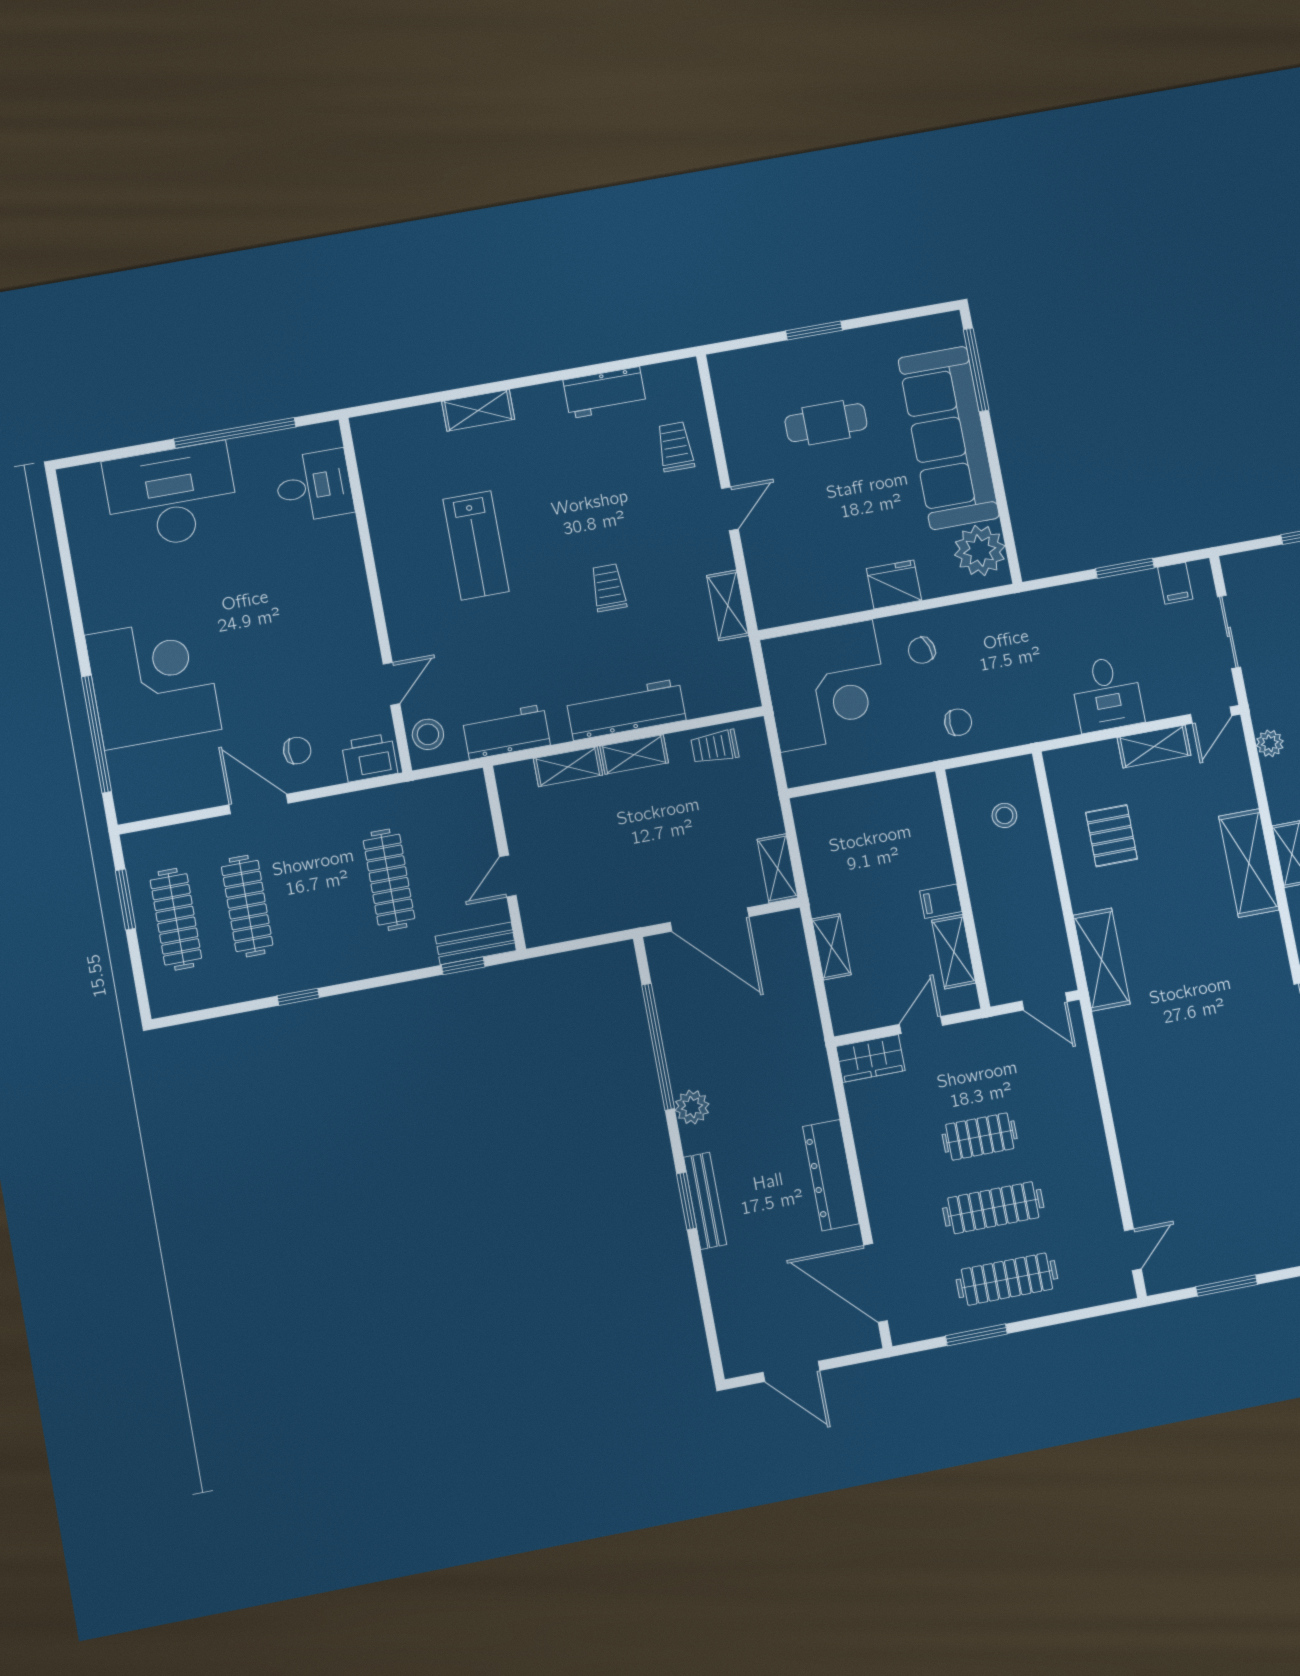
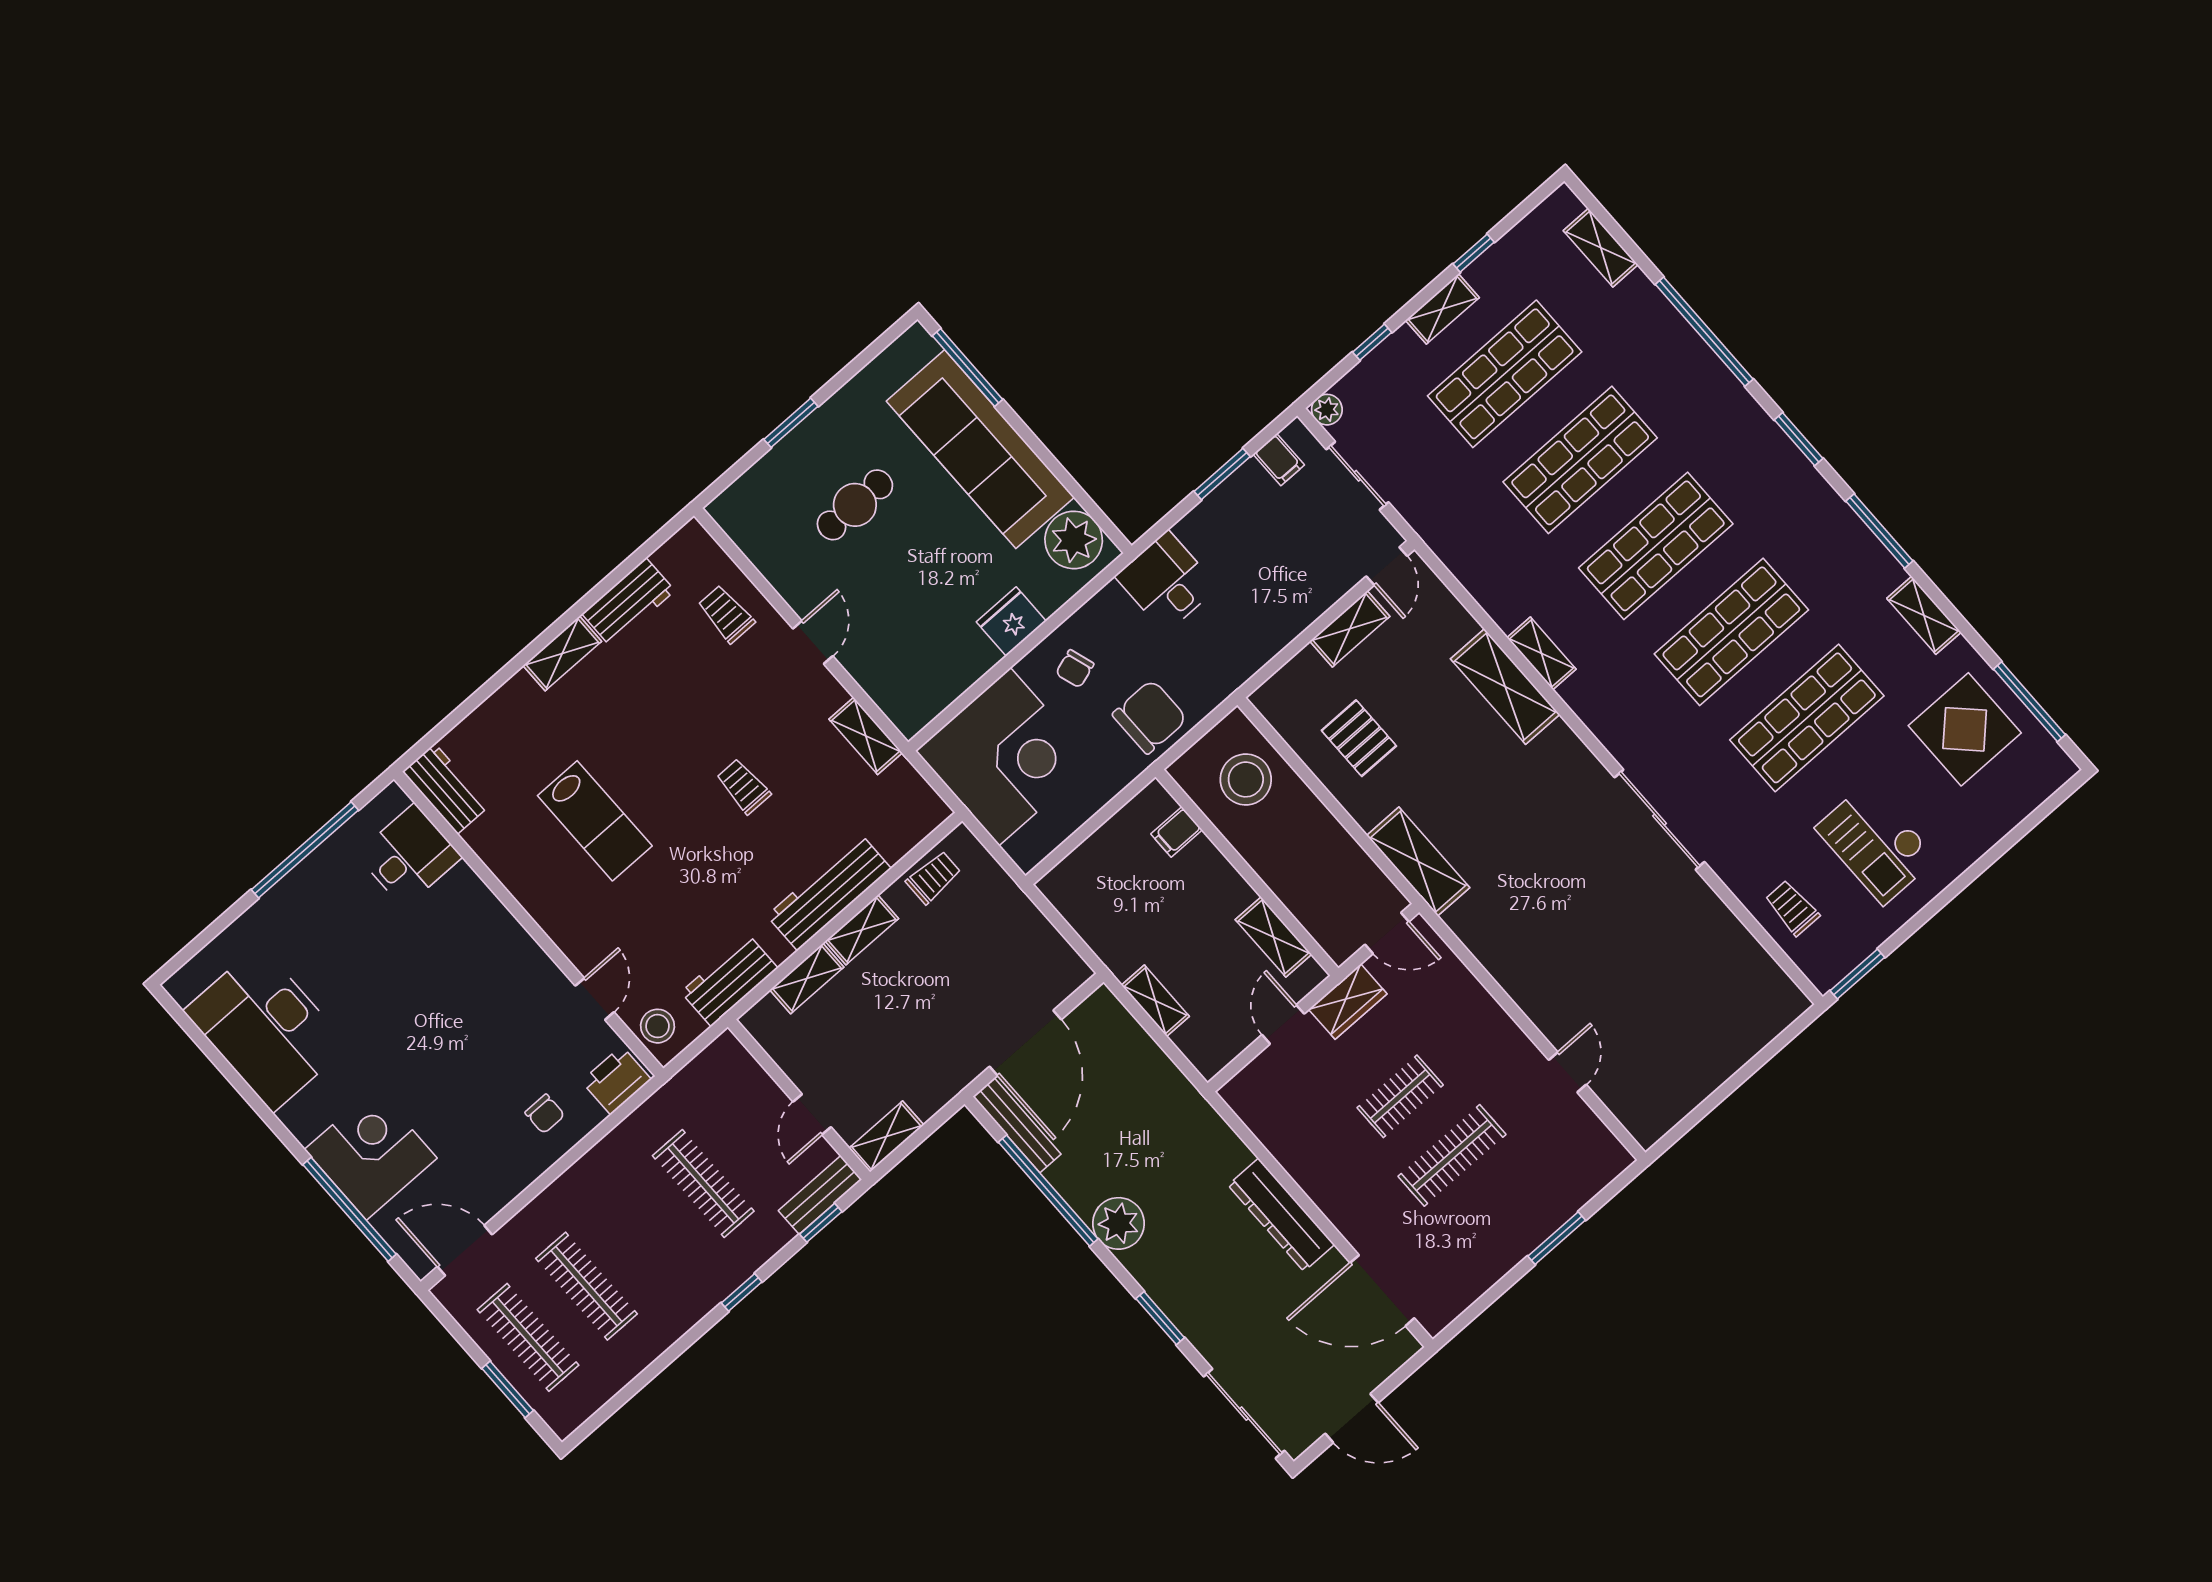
shelving: (478, 410) -> (562, 653), moved
workbench: (375, 451) -> (446, 789), added
desk: (171, 496) -> (266, 1028), moved, turned -90
corner desk: (153, 682) -> (371, 1154), width x0.74, depth x0.74
desk: (1107, 694) -> (1166, 582), moved, turned 180
chair: (958, 722) -> (1150, 717), width x1.87, depth x1.87
plant: (1270, 743) -> (1327, 410), moved
trolley: (715, 747) -> (933, 877), turned 180
chair: (297, 751) -> (545, 1114), turned 90
door: (258, 804) -> (465, 1251), moved
stool: (1004, 815) -> (1246, 779), width x1.89, depth x1.89
shelving: (777, 868) -> (886, 1137), moved, turned 90
window: (125, 900) -> (508, 1389), moved
filing cabinet: (941, 901) -> (1177, 832), moved
door: (710, 919) -> (1025, 1043), hinge flipped
window: (298, 997) -> (742, 1292), moved
wardrobe: (871, 1058) -> (1348, 1002), moved
plant: (692, 1107) -> (1119, 1223), width x1.36, depth x1.36
bench: (705, 1201) -> (1017, 1125), moved
door: (1133, 1250) -> (1567, 1072), moved
clothes rail: (1007, 1279) -> (1504, 1214), removed
window: (1227, 1286) -> (1715, 1099), removed
sliding door: (708, 1317) -> (1244, 1414), added
window: (976, 1335) -> (1557, 1238), moved

